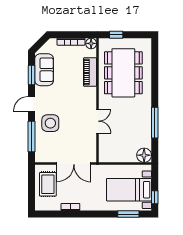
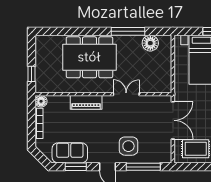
piano: (90, 72) -> (86, 102), moved
dining table: (123, 73) -> (89, 57), moved
floor lamp: (144, 155) -> (150, 43), moved

